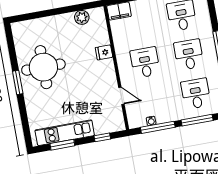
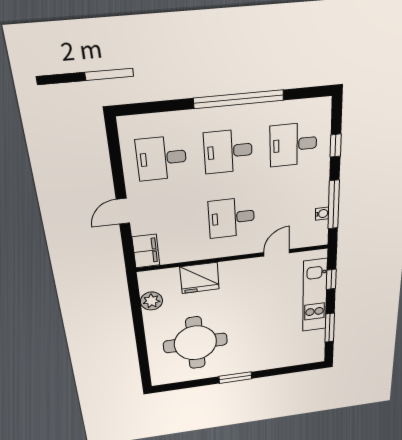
fridge: (104, 52) -> (200, 278), width x1.88, depth x1.34
round table: (43, 67) -> (195, 343), moved
window: (197, 120) -> (336, 146), width x0.46
kitchen unit: (65, 133) -> (315, 296), moved

